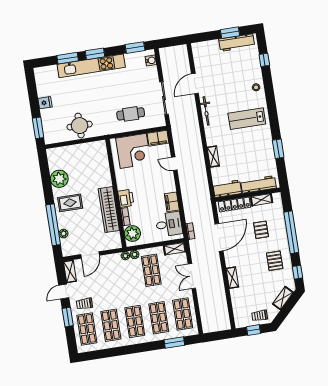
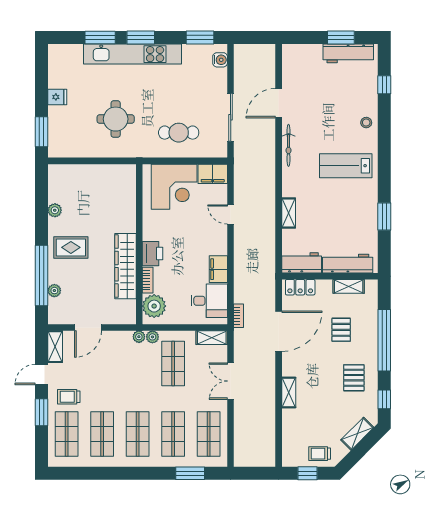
round table: (80, 126) -> (116, 119), moved
plant: (59, 179) -> (55, 210), width x0.53, depth x0.53
locker: (234, 205) -> (300, 287), width x0.66

